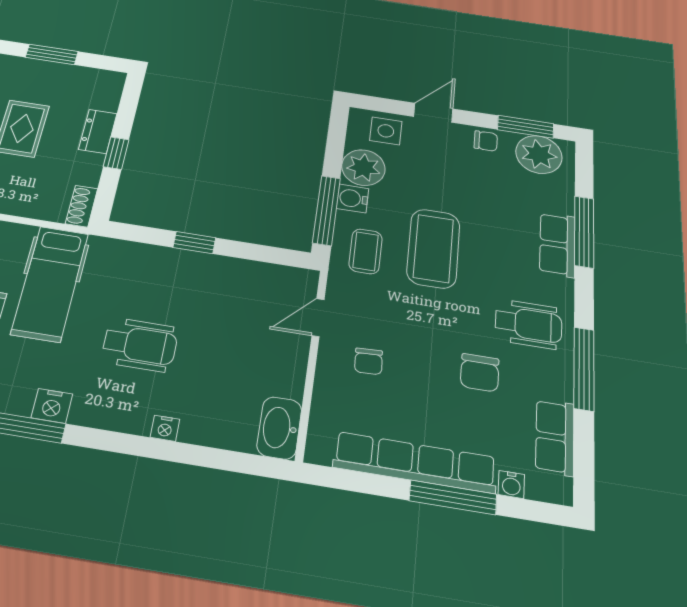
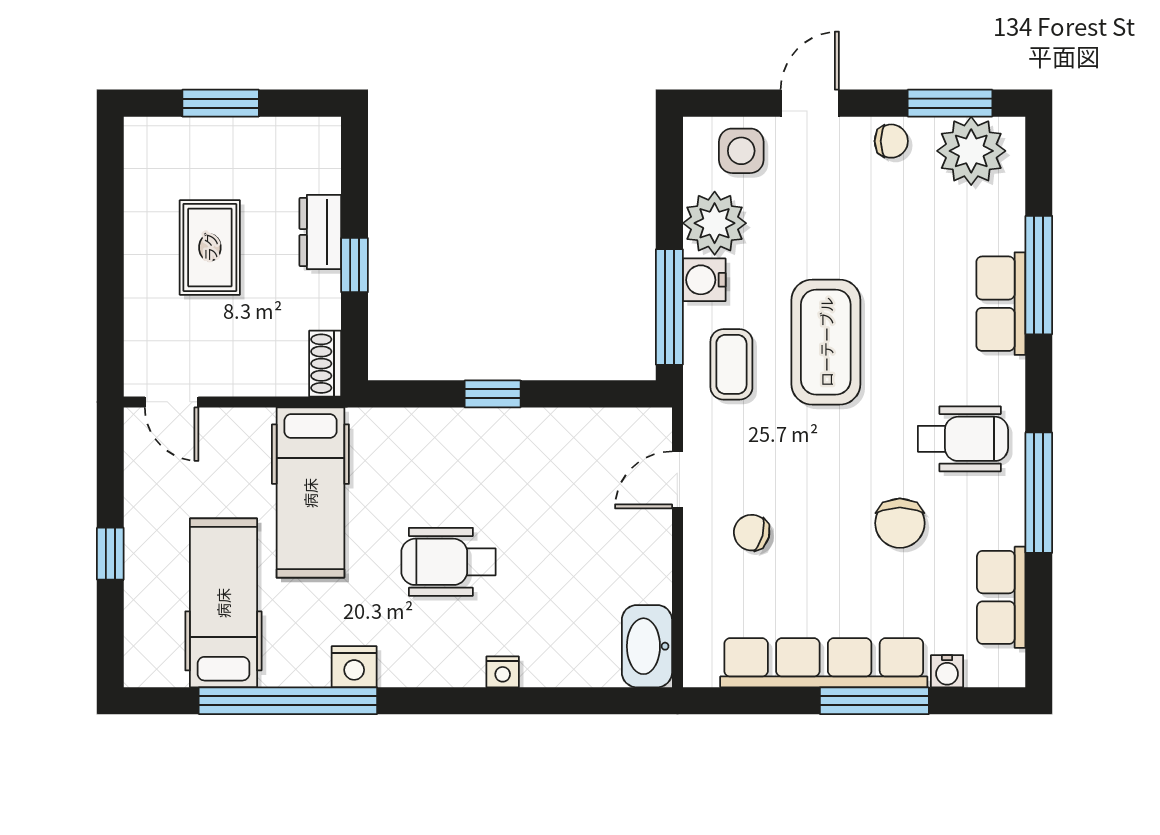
wheelchair: (140, 345) -> (448, 562), turned 180
chair: (369, 361) -> (752, 533), turned 108

